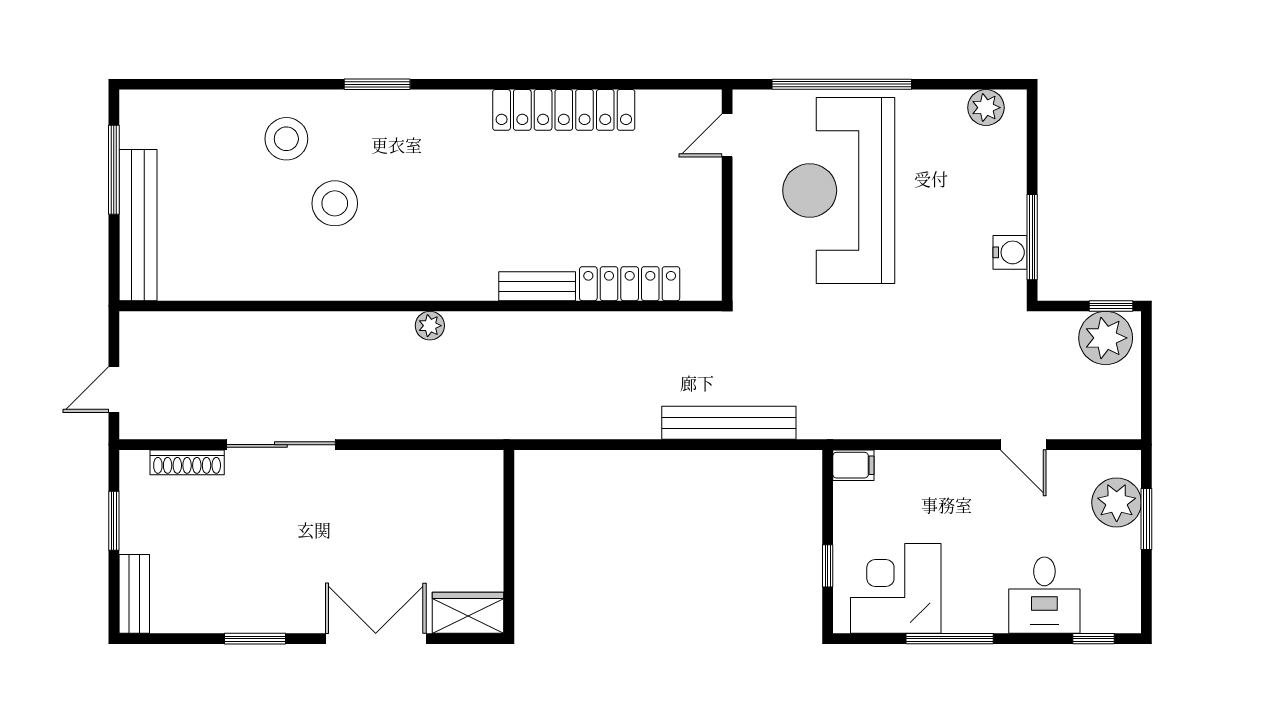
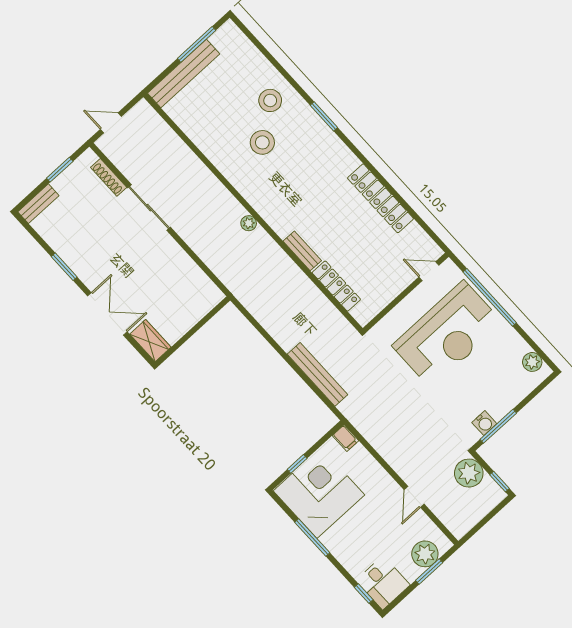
reception desk: (839, 190) -> (447, 334), turned 180
plant: (1106, 338) -> (469, 473), moved
corner desk: (896, 588) -> (319, 493), width x1.36, depth x1.36
desk: (1044, 595) -> (383, 583), moved, turned -90

